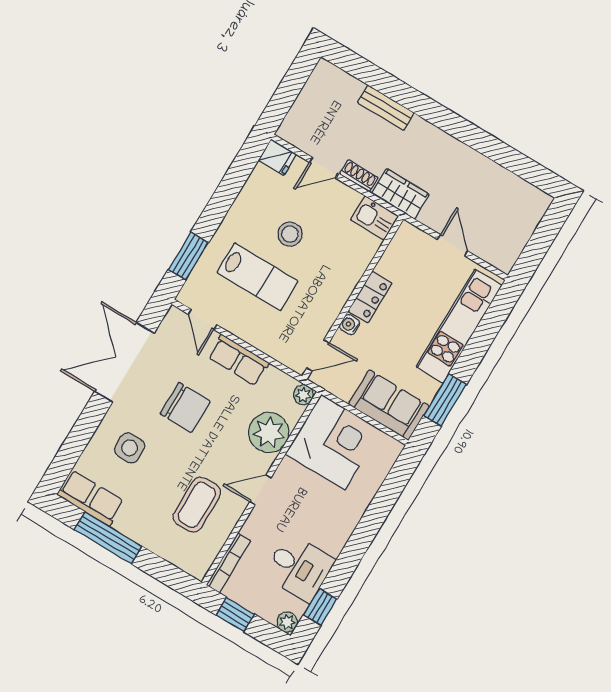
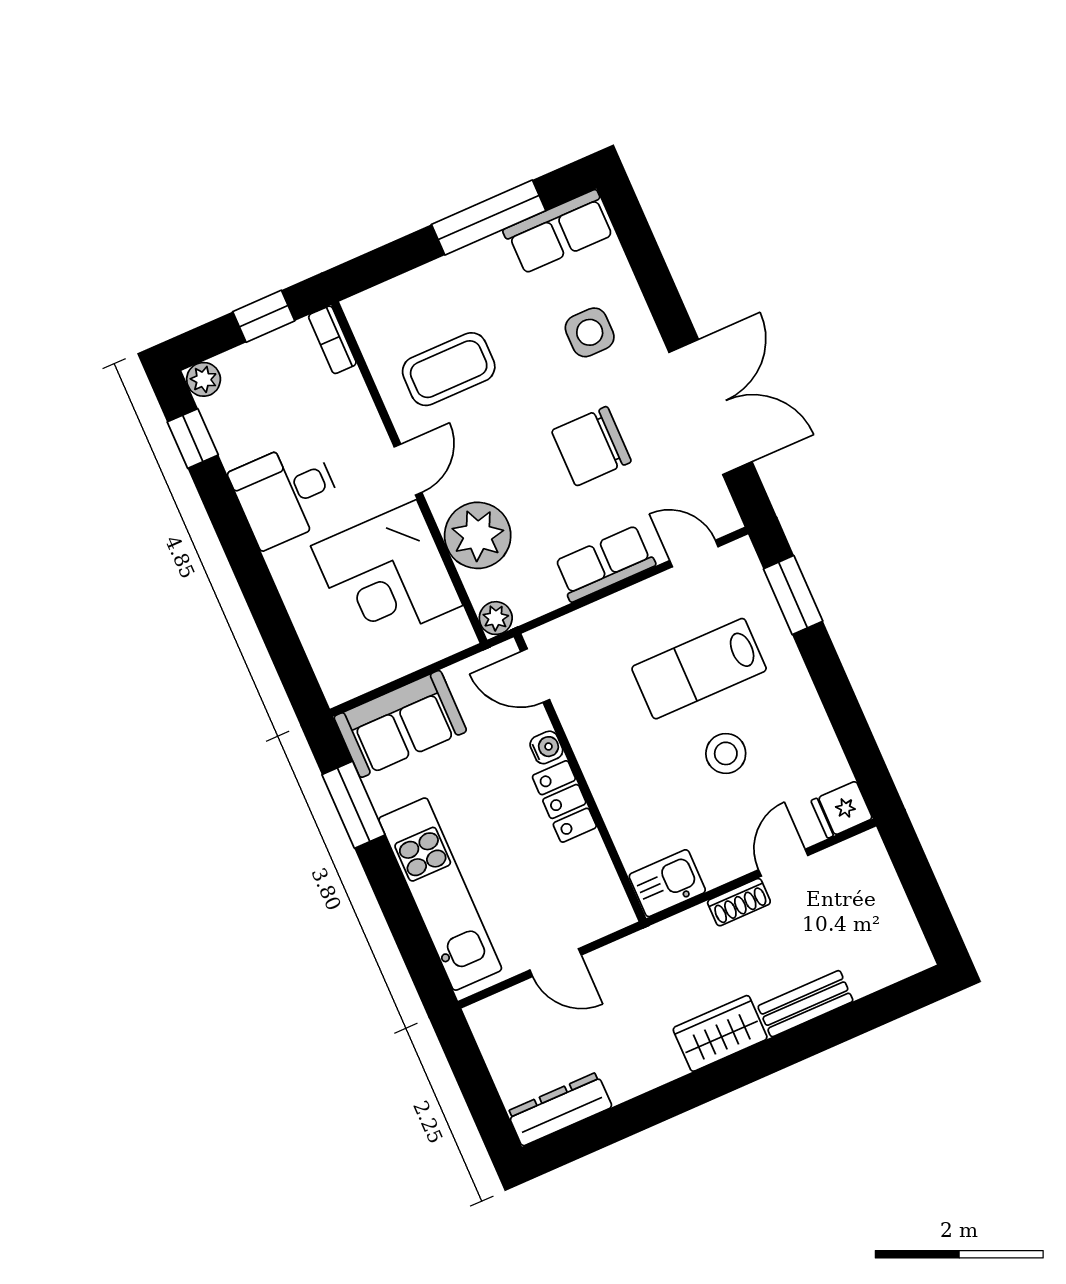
dresser: (524, 192) -> (560, 1109), added
wardrobe: (400, 194) -> (720, 1033), moved, turned 180
door: (318, 355) -> (535, 676), hinge flipped
corner desk: (333, 442) -> (387, 576), moved
coffee table: (197, 505) -> (449, 369), turned 90
bookcase: (229, 563) -> (332, 340), width x0.64
desk: (299, 568) -> (286, 494), moved

